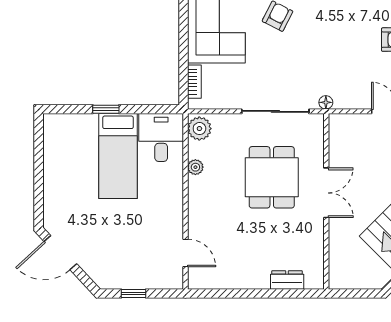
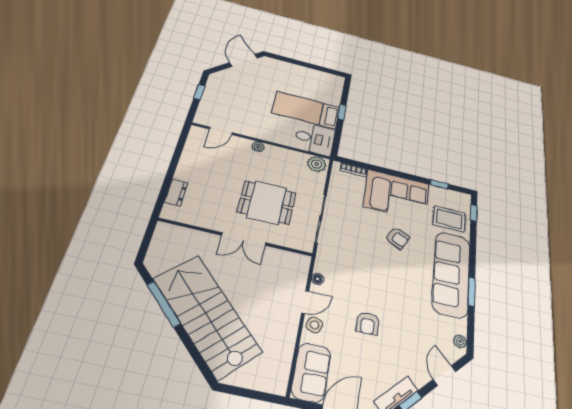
floor lamp: (326, 102) -> (318, 279), moved
plant: (195, 167) -> (258, 147), moved

